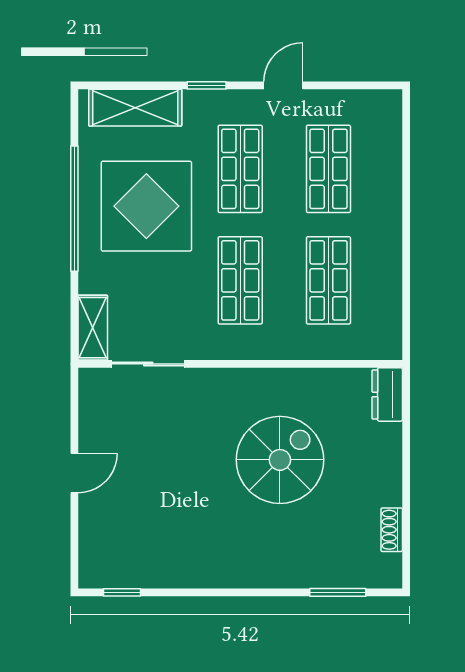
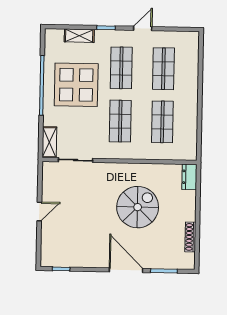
shelving: (135, 108) -> (79, 36), width x0.67, depth x0.75
shoe rack: (392, 530) -> (190, 237), width x1.43
door: (258, 592) -> (126, 270), added

